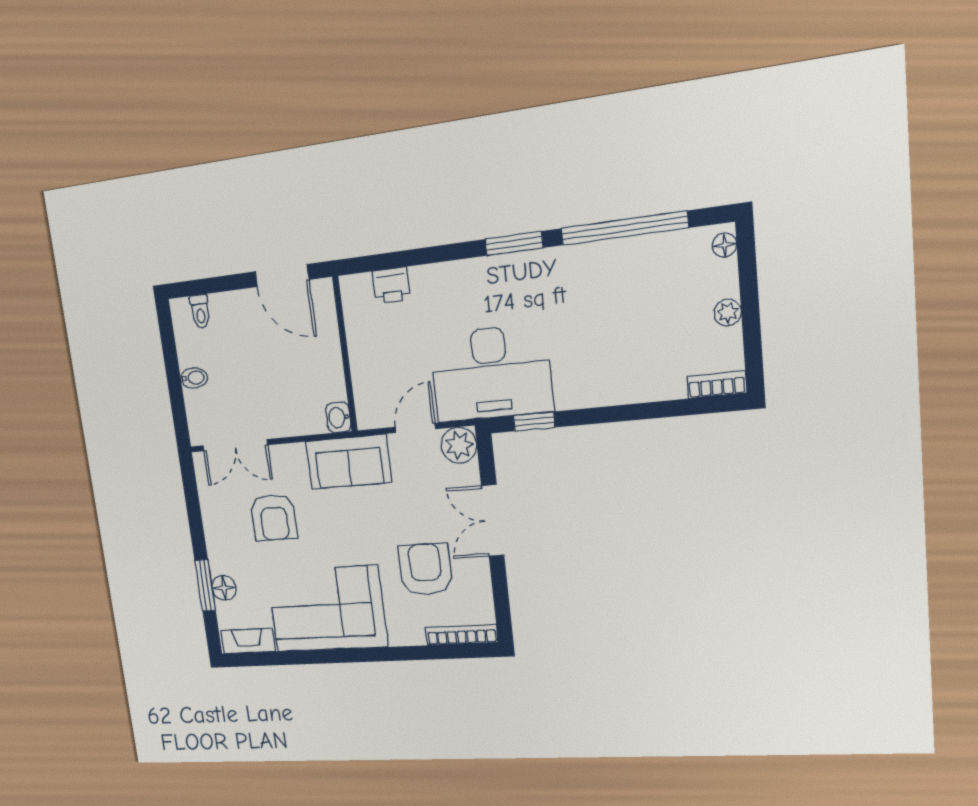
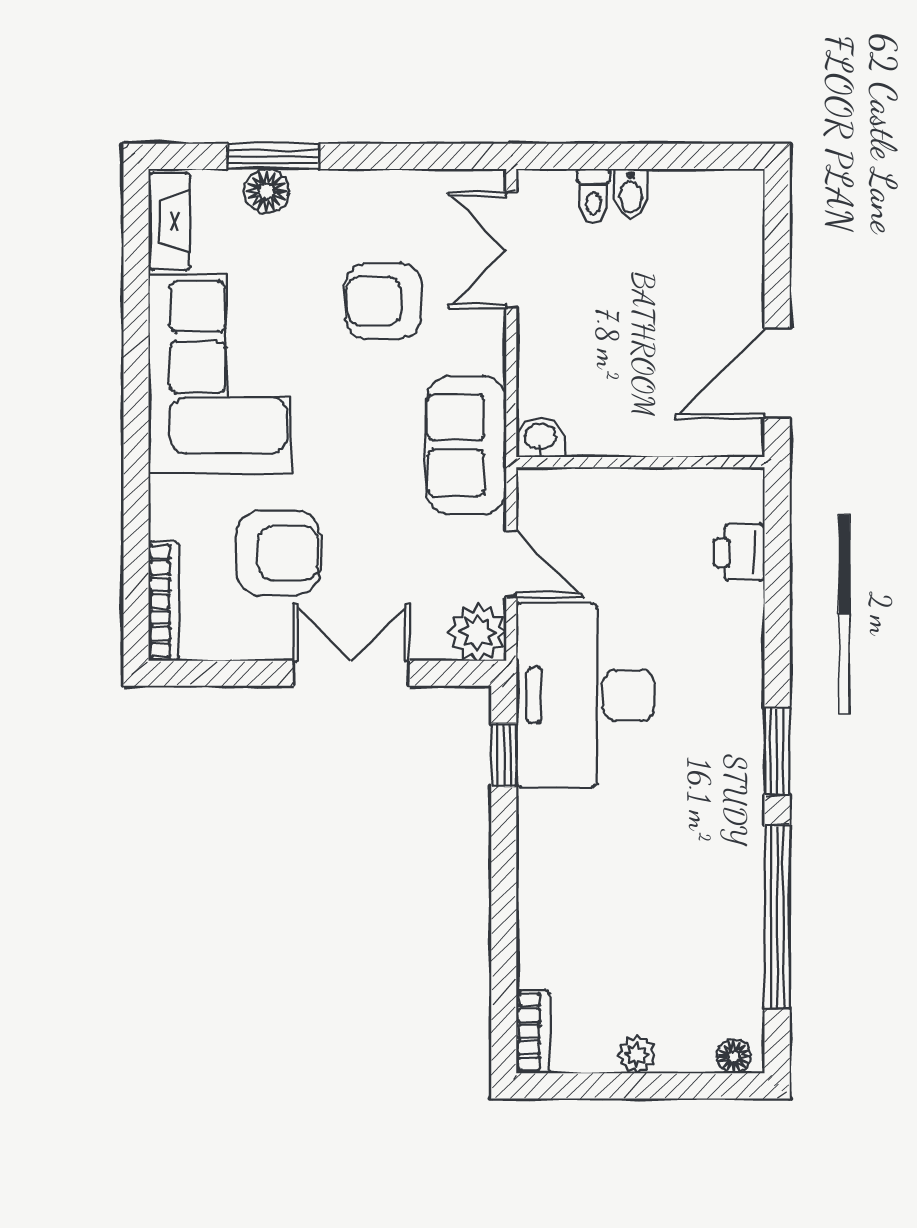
toilet: (200, 312) -> (593, 196), moved, turned -90

